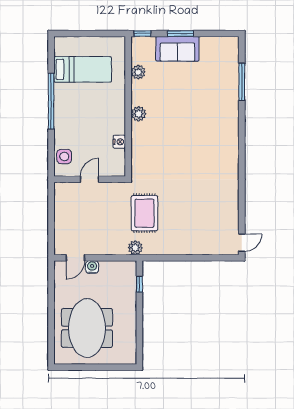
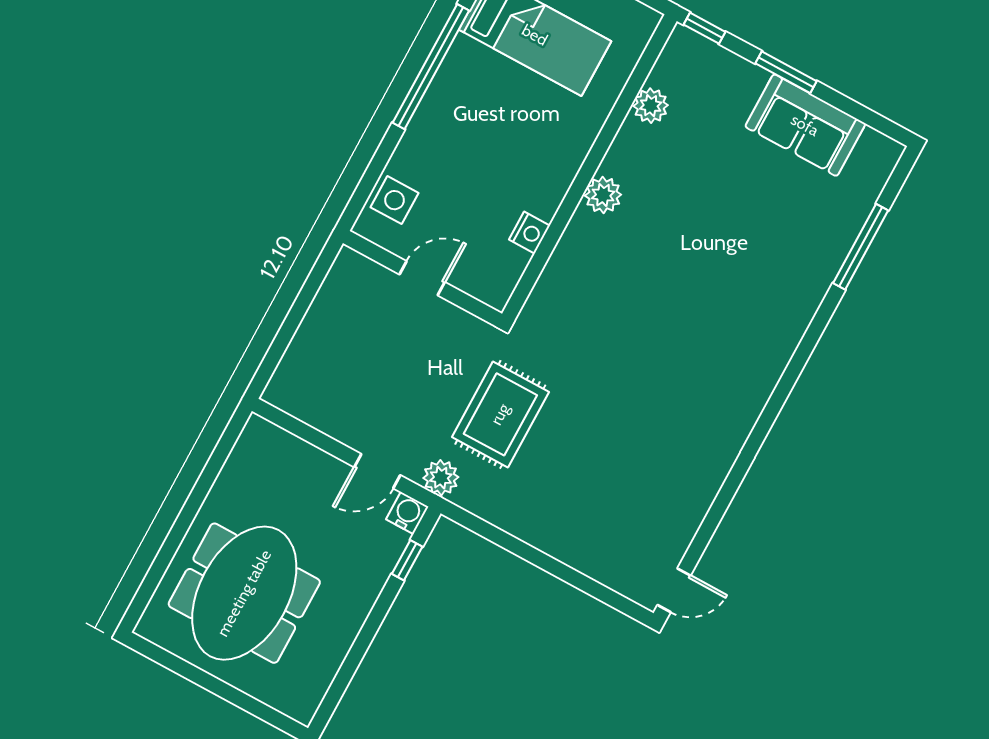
sofa: (177, 49) -> (805, 125), moved
door: (75, 258) -> (377, 471), moved
water cooler: (92, 267) -> (407, 513), moved

